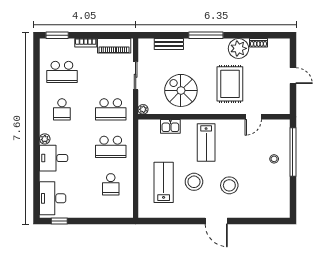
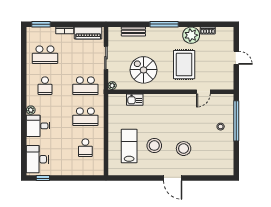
lab bench: (206, 143) -> (164, 113), removed

